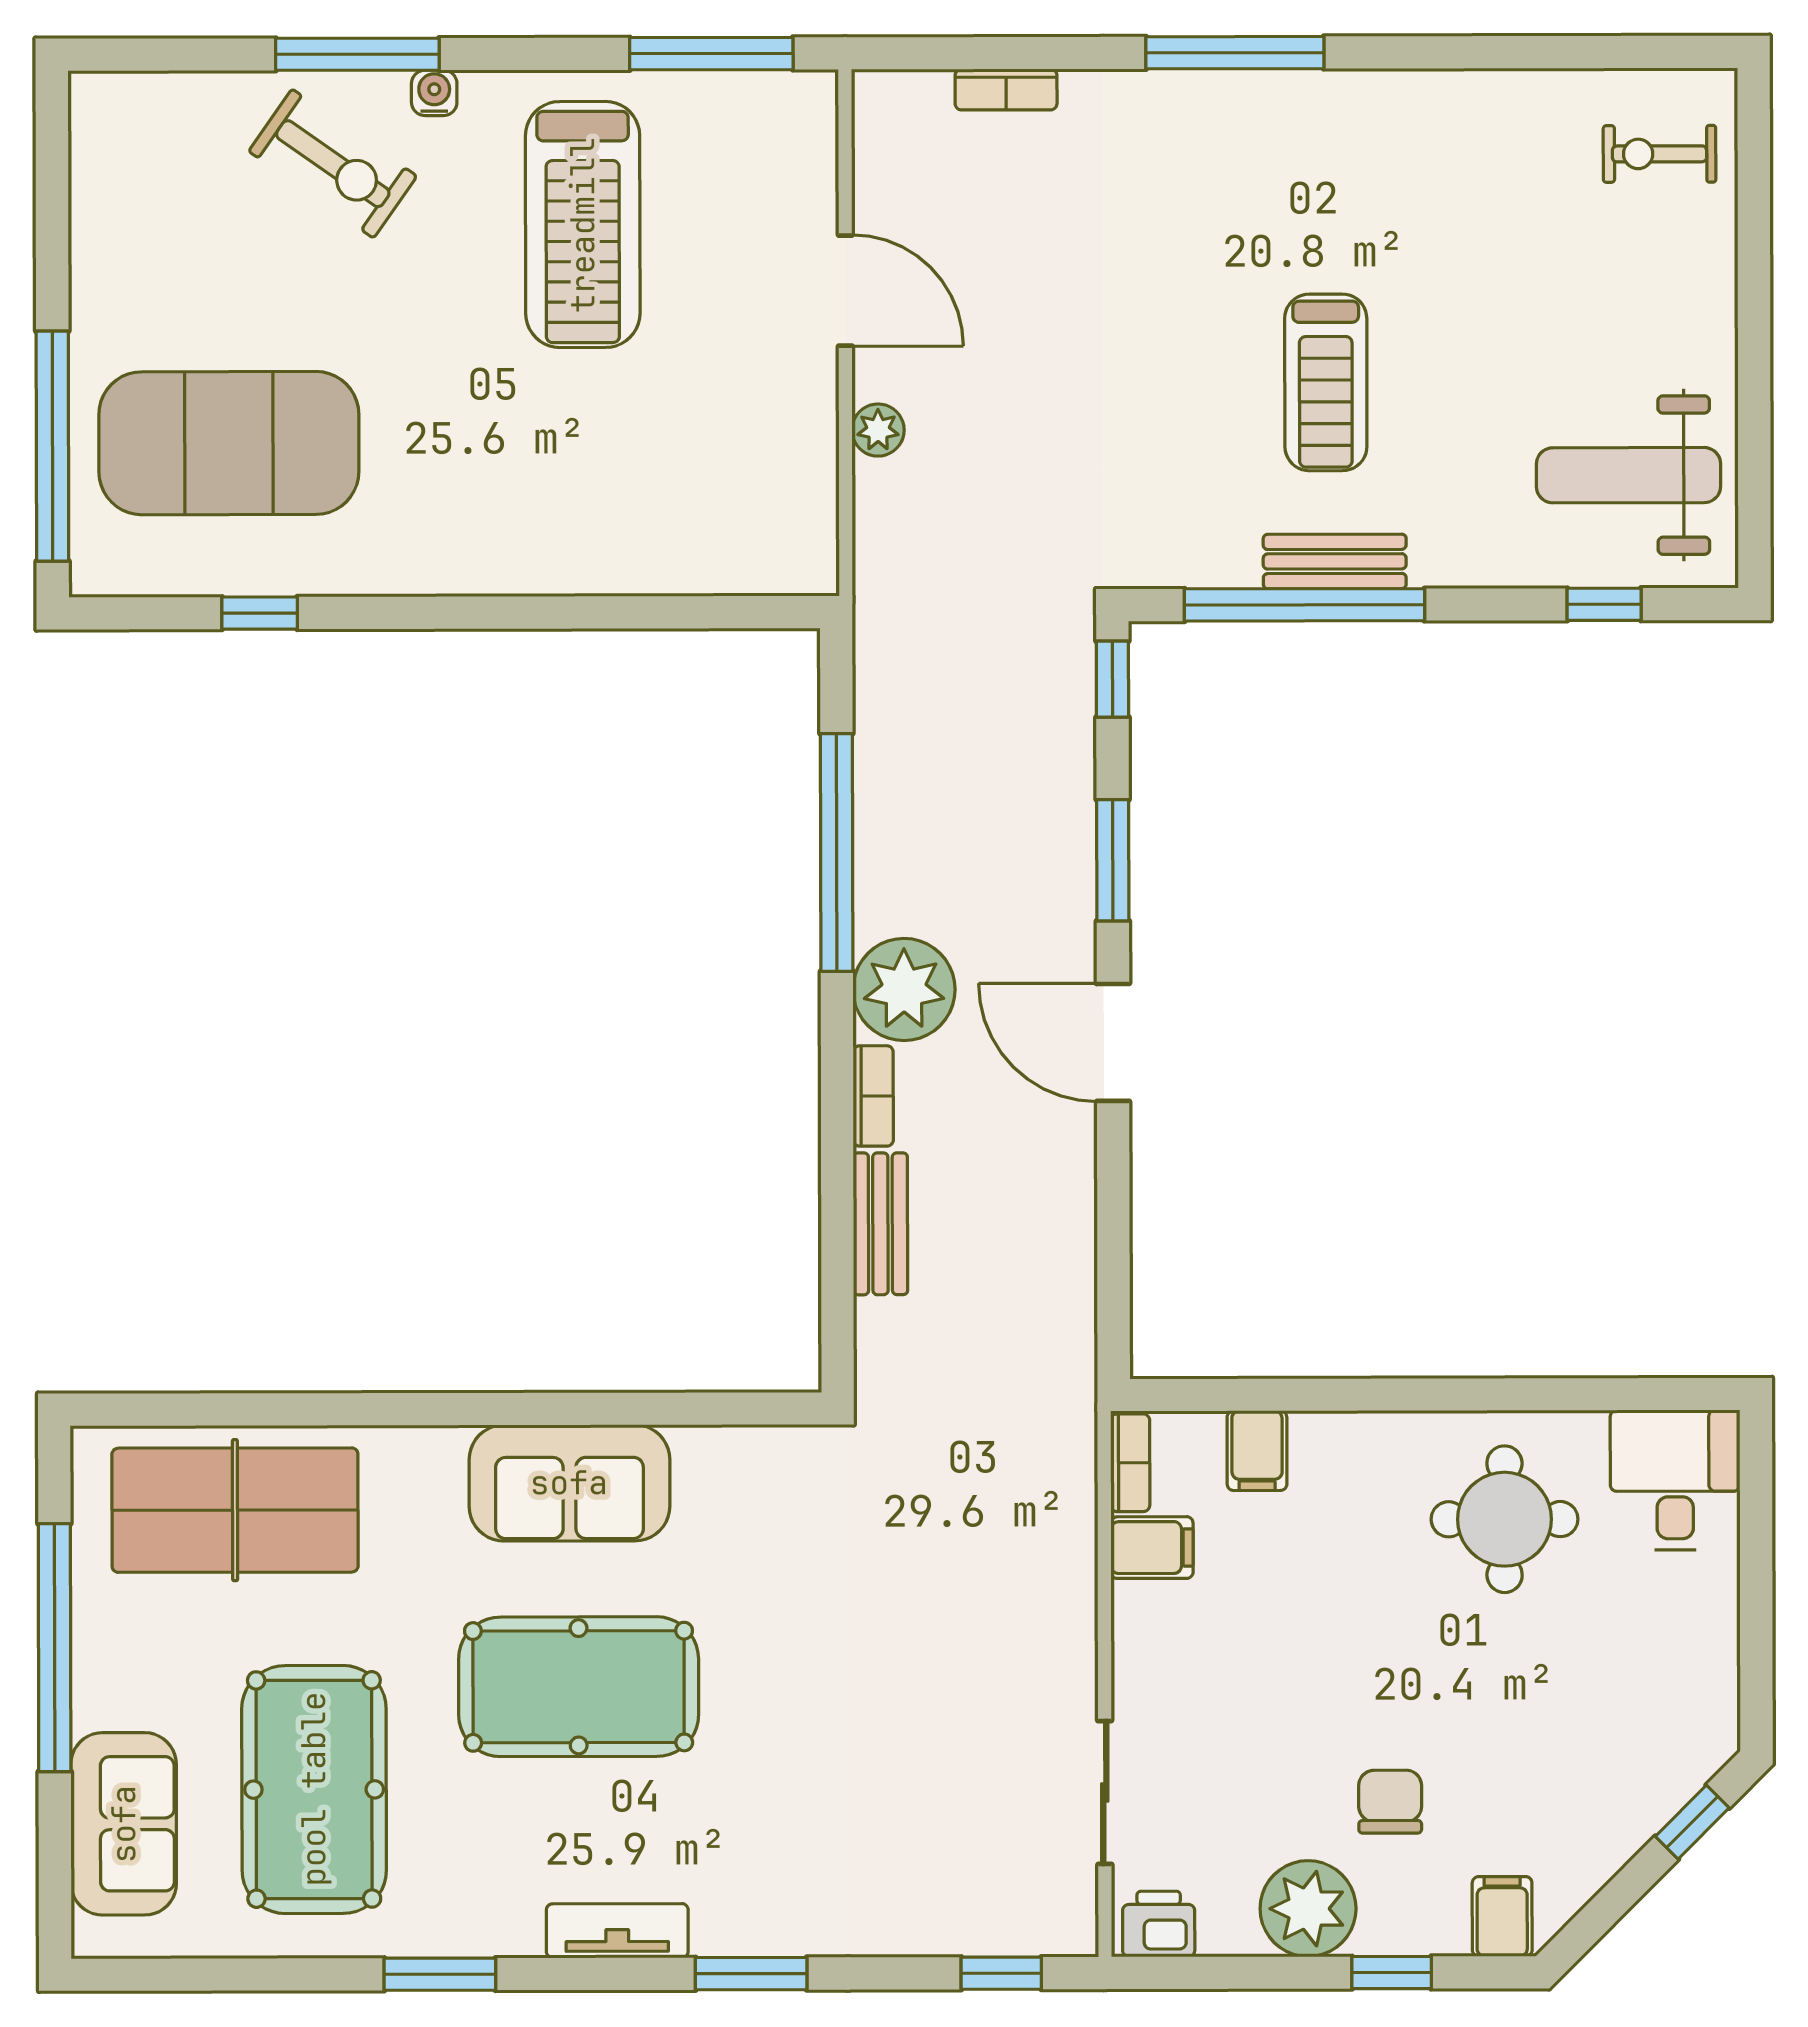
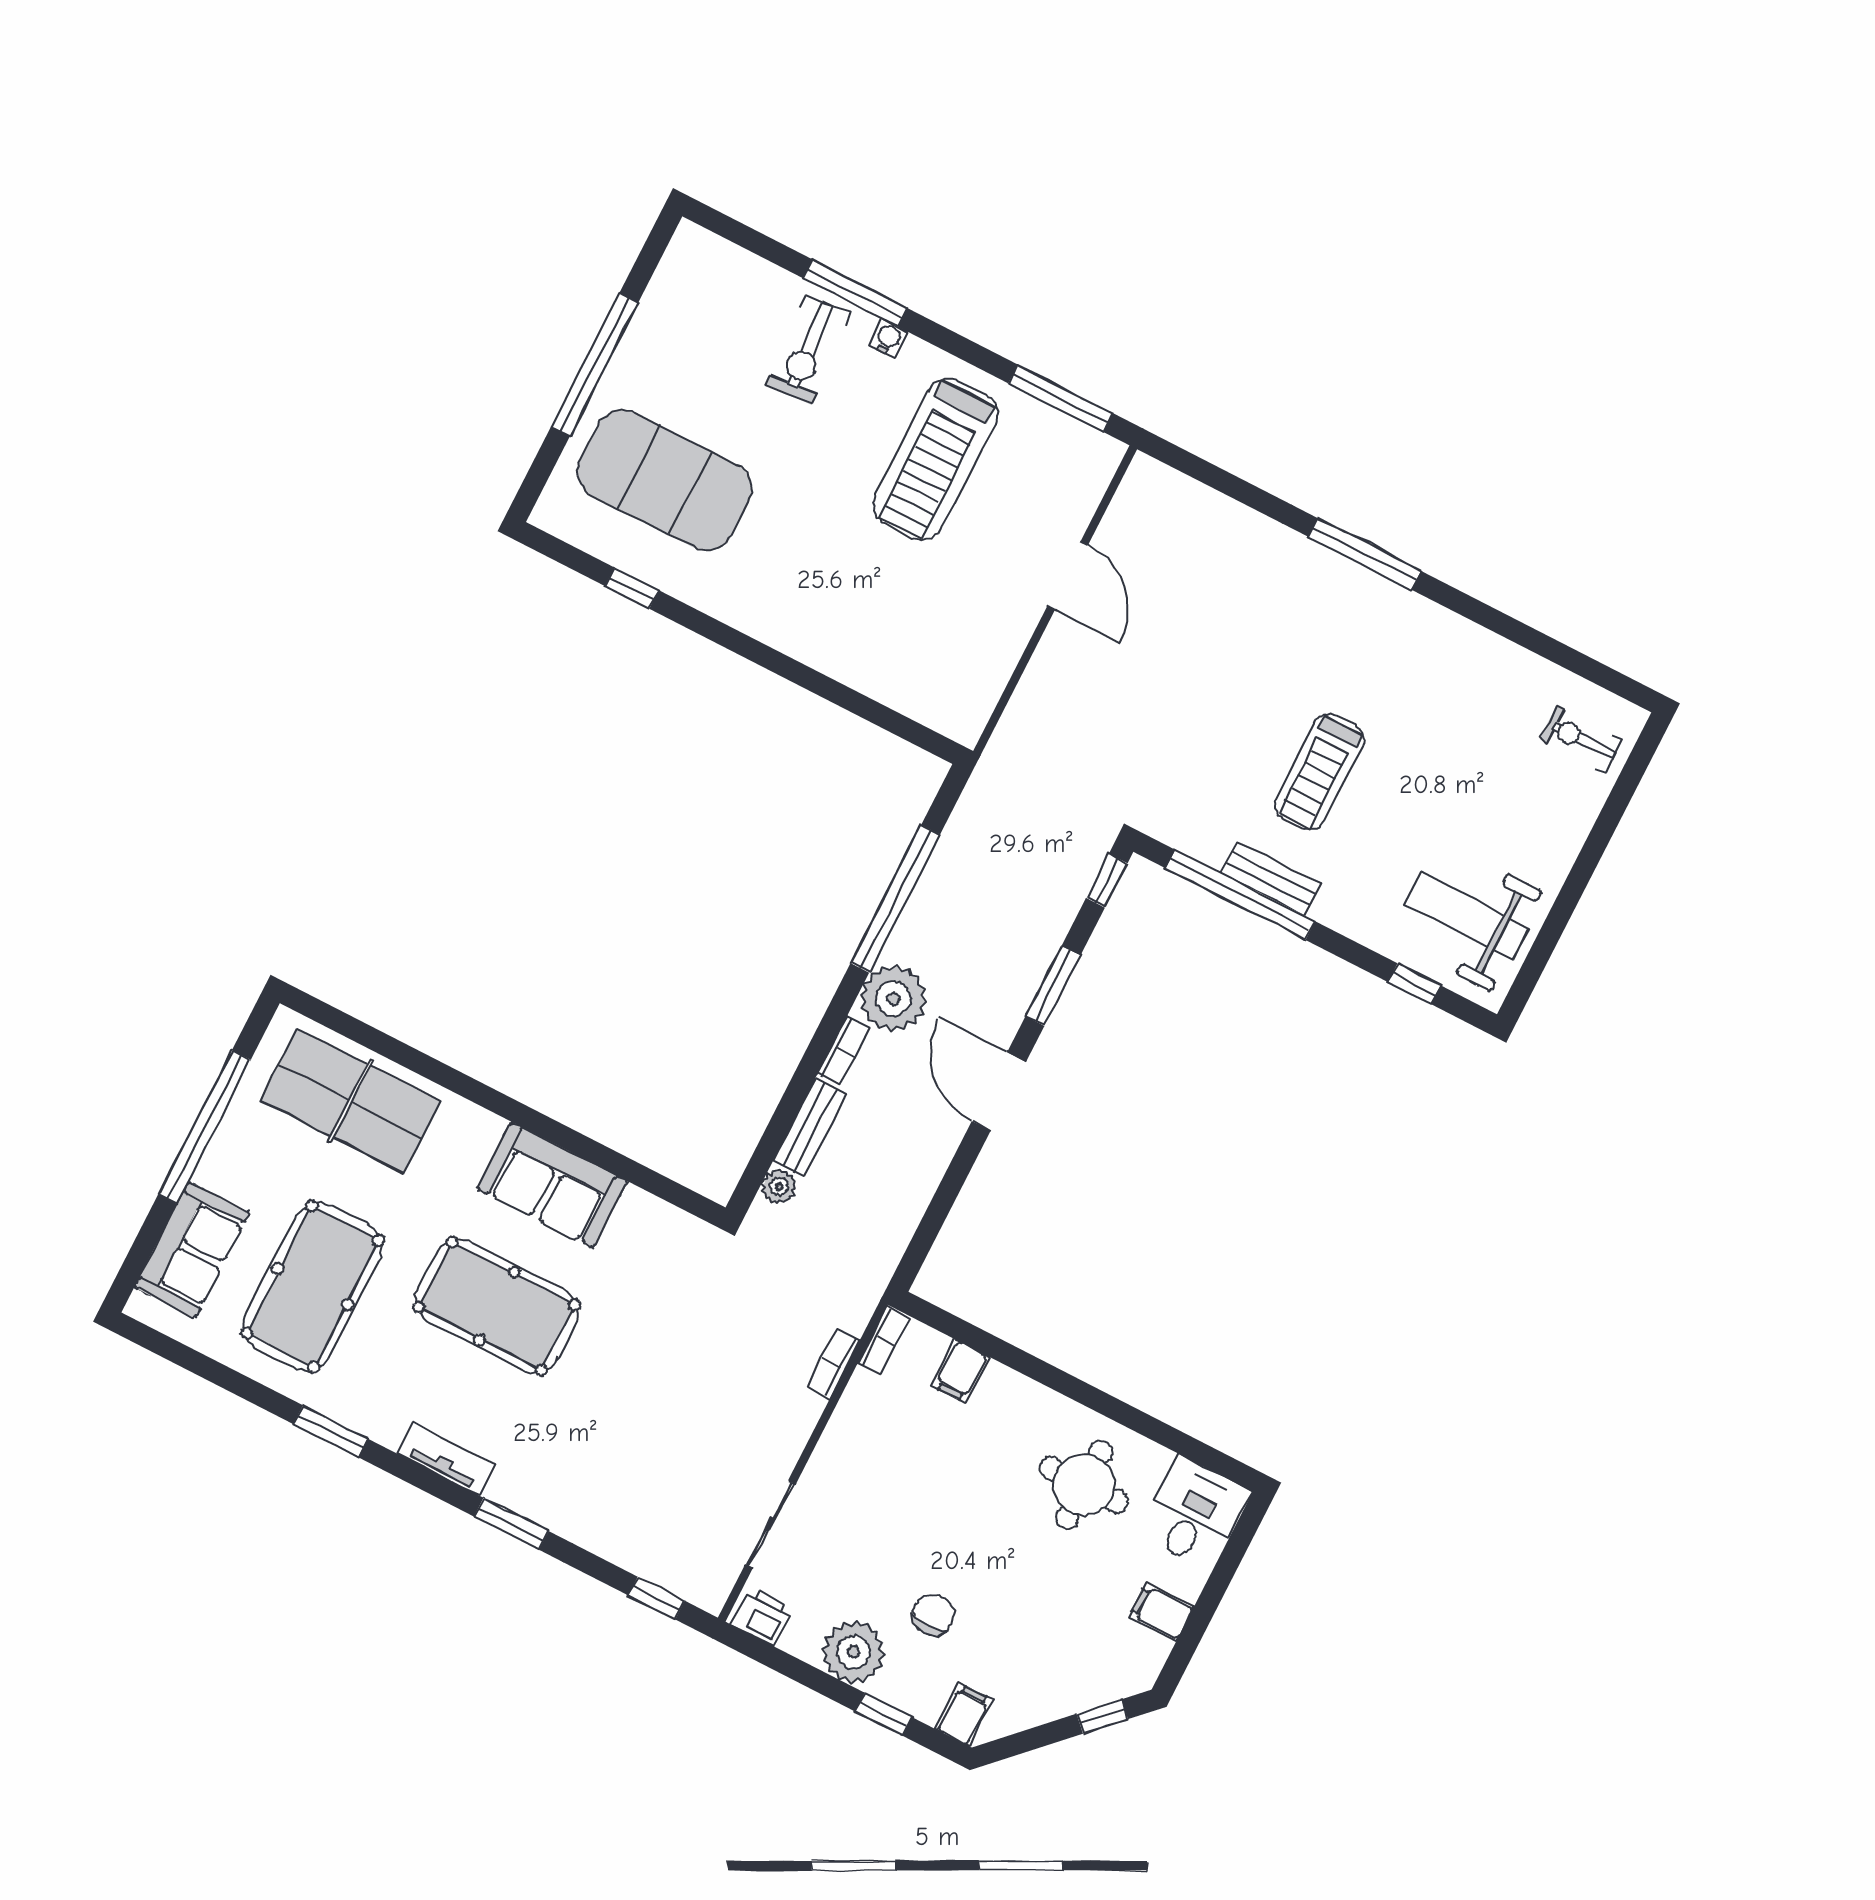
bookcase: (1006, 90) -> (833, 1363), moved, turned 90
exercise bike: (333, 164) -> (808, 349), turned 51
plant: (878, 430) -> (779, 1186), moved
window: (52, 446) -> (595, 365), moved
filing cabinet: (1152, 1548) -> (1161, 1612), moved, turned 180

